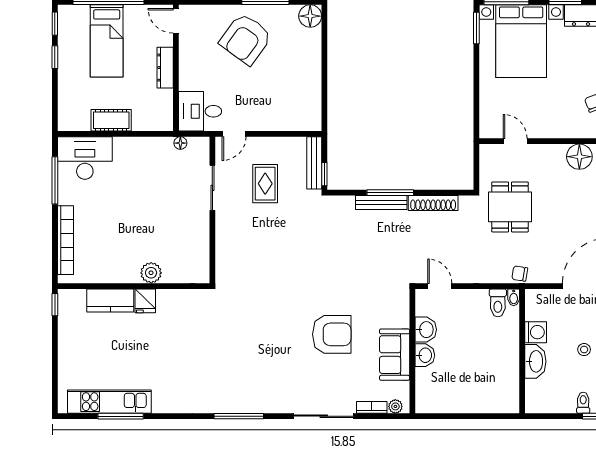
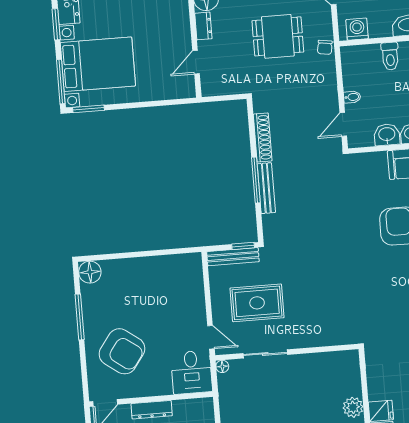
armchair: (246, 39) -> (122, 351), moved
floor lamp: (180, 143) -> (222, 366), moved
dresser: (551, 152) -> (203, 26), added
rug: (265, 184) -> (257, 303), width x1.36, depth x1.43
dining table: (510, 207) -> (278, 36), moved
bidet: (514, 297) -> (352, 97), moved
toilet: (498, 303) -> (390, 56), moved, turned 90
washing machine: (536, 332) -> (357, 29), moved

